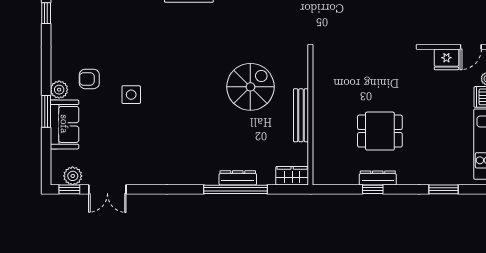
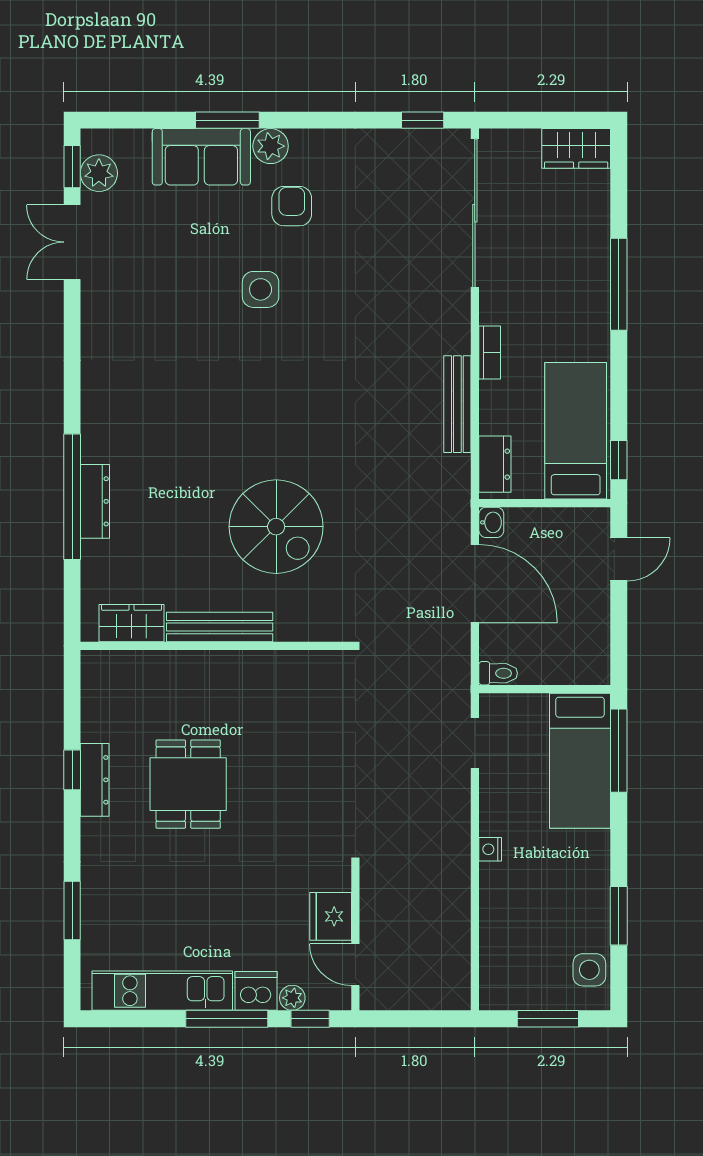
wardrobe: (292, 176) -> (132, 623), moved, turned -90

